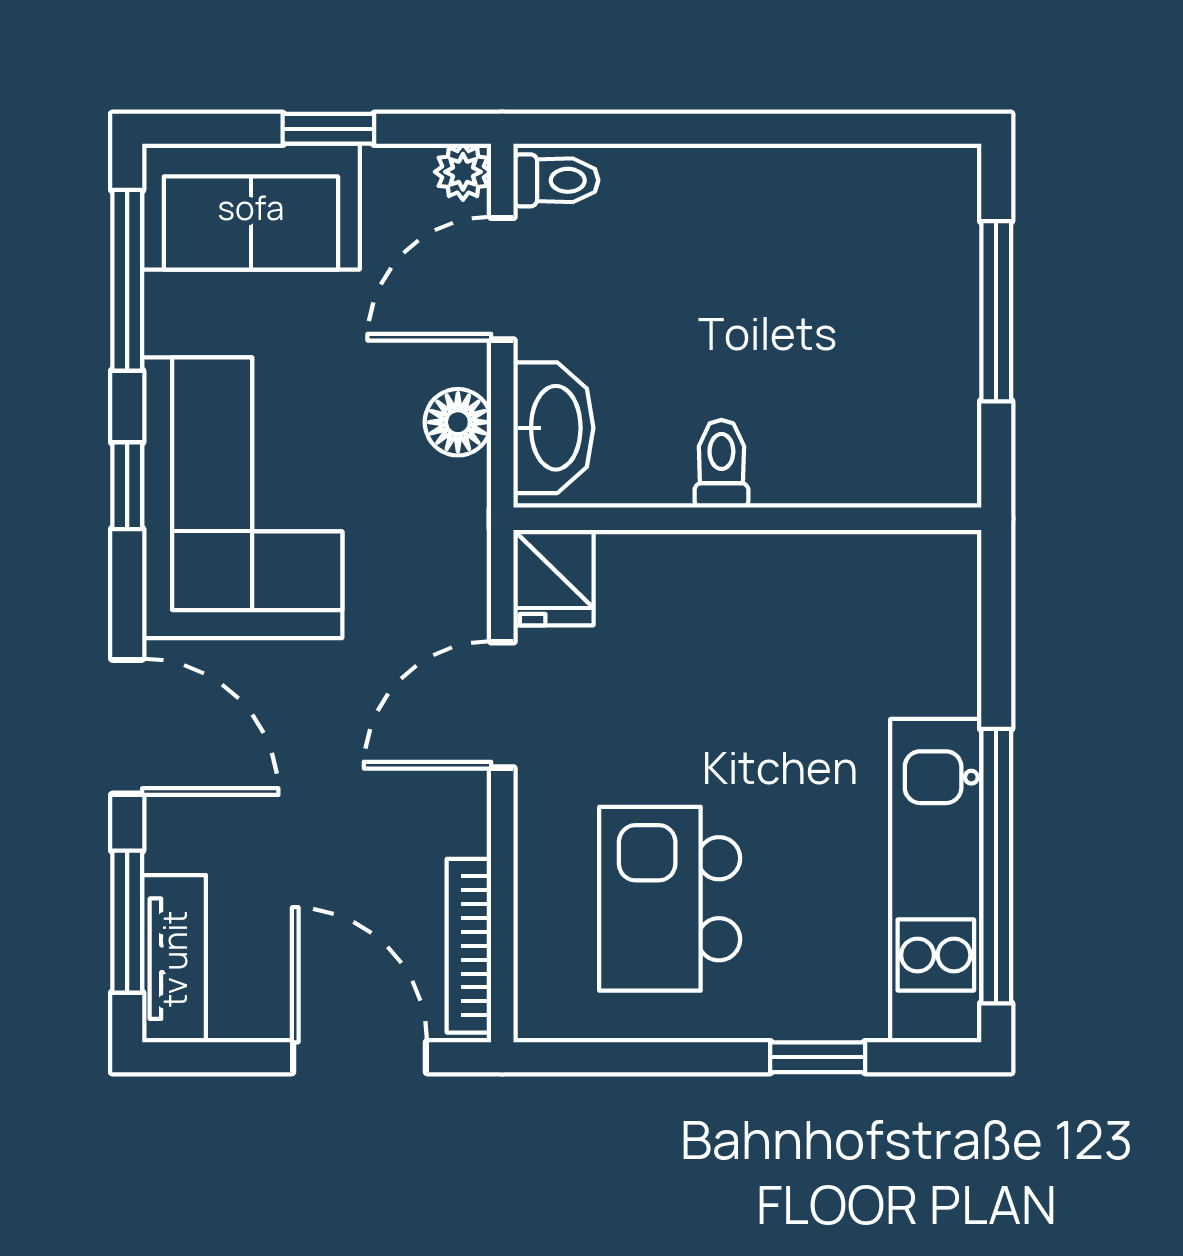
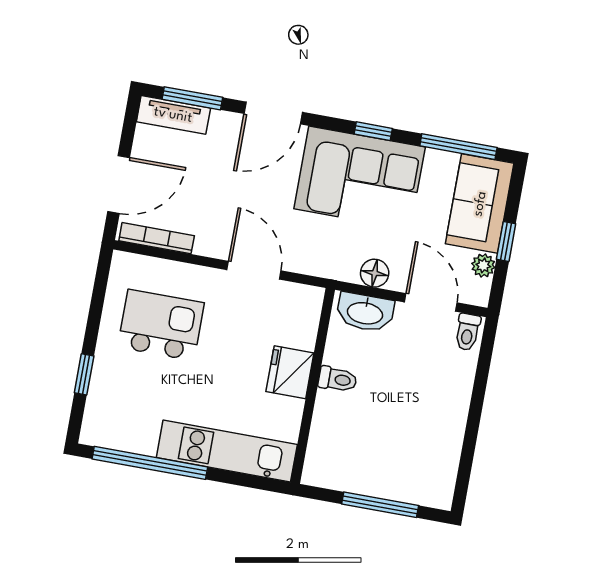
plant: (463, 172) -> (483, 265), moved
fridge: (553, 578) -> (290, 372), moved, width x1.38
kitchen unit: (936, 881) -> (227, 451), moved

